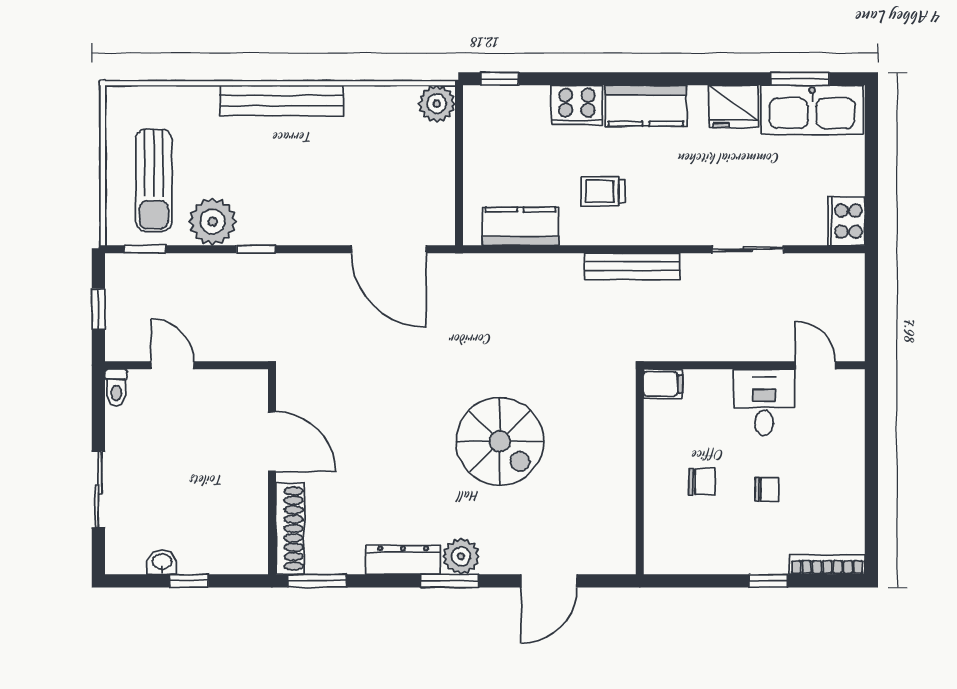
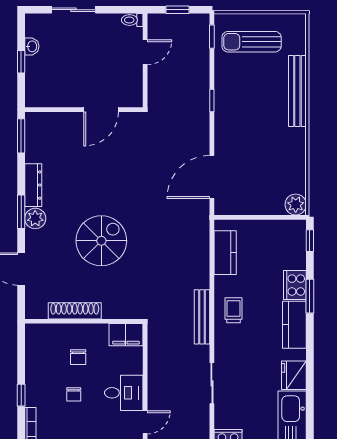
window: (800, 79) -> (310, 296), moved
bench: (282, 101) -> (297, 91), moved
trolley: (603, 191) -> (233, 310), moved
plant: (213, 222) -> (228, 76), removed
filing cabinet: (663, 384) -> (126, 335), width x2.00
spiral stairs: (500, 441) -> (101, 241), turned 180
shoe rack: (290, 529) -> (75, 311), moved, turned 180

